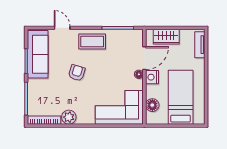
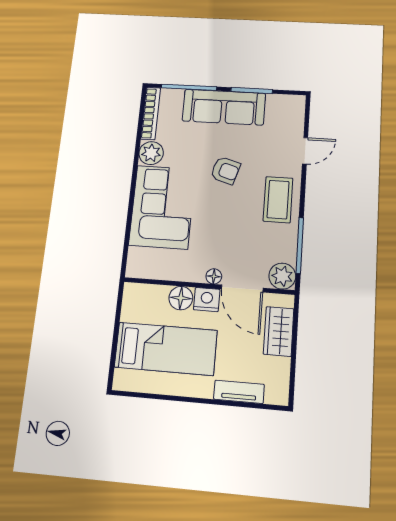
plant: (136, 36) -> (282, 276), added
tv unit: (200, 45) -> (239, 392), moved
sofa: (38, 54) -> (224, 107), moved
floor lamp: (152, 105) -> (181, 298), moved
corner sofa: (119, 107) -> (162, 207), moved

